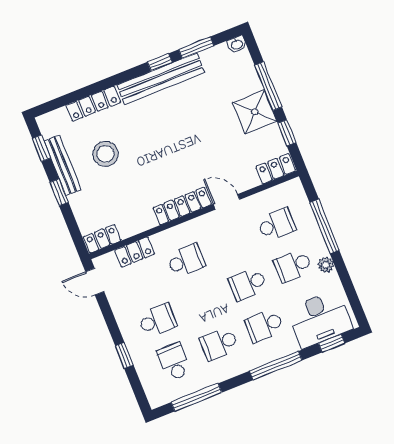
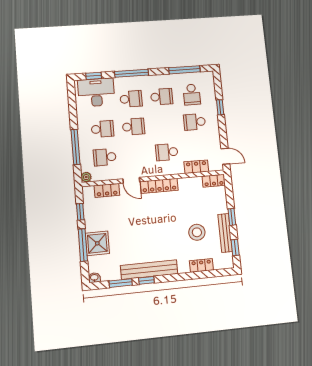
locker: (93, 104) -> (201, 265), width x0.66
shower: (255, 112) -> (97, 243), moved
locker: (276, 169) -> (107, 190), moved
plant: (326, 265) -> (86, 177), moved

